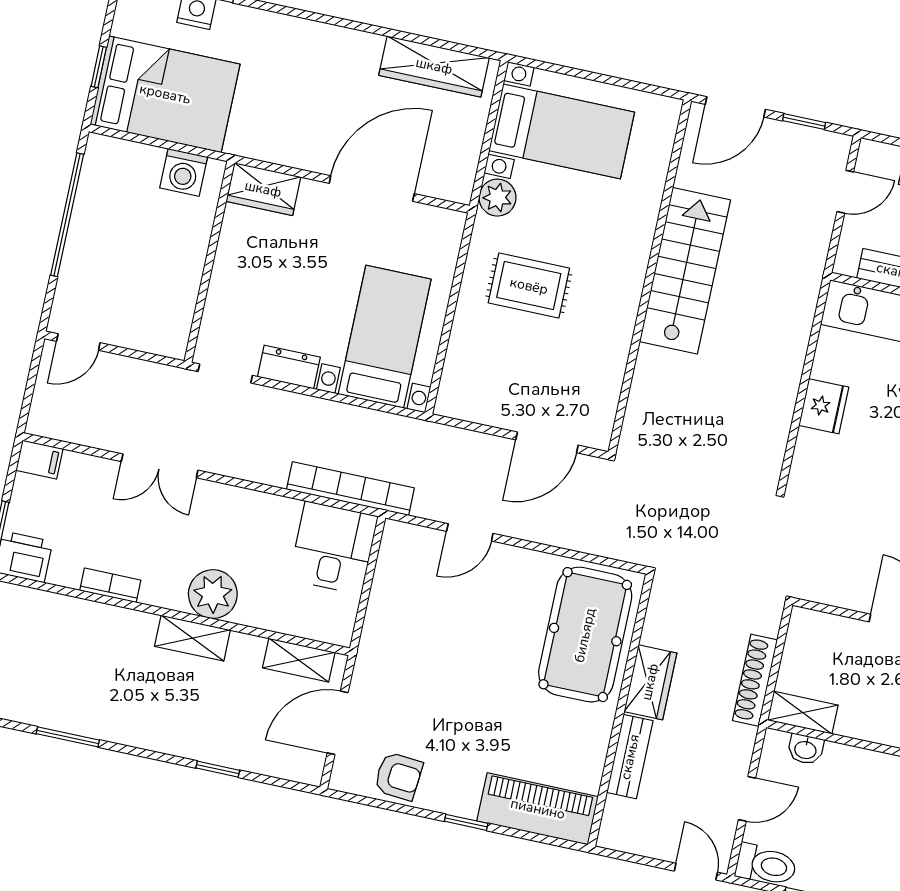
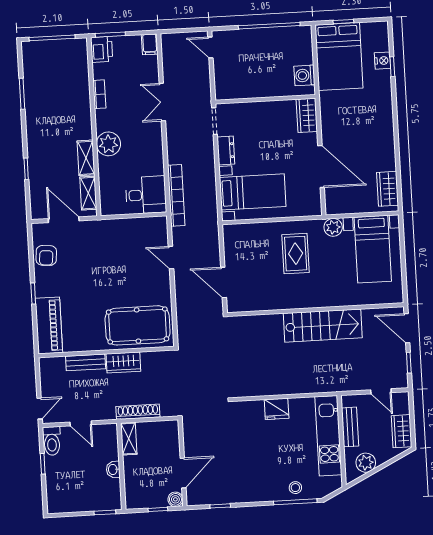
wardrobe: (434, 66) -> (387, 189), width x0.67
shelving: (192, 638) -> (86, 158), moved
washbasin: (806, 749) -> (113, 469), moved

